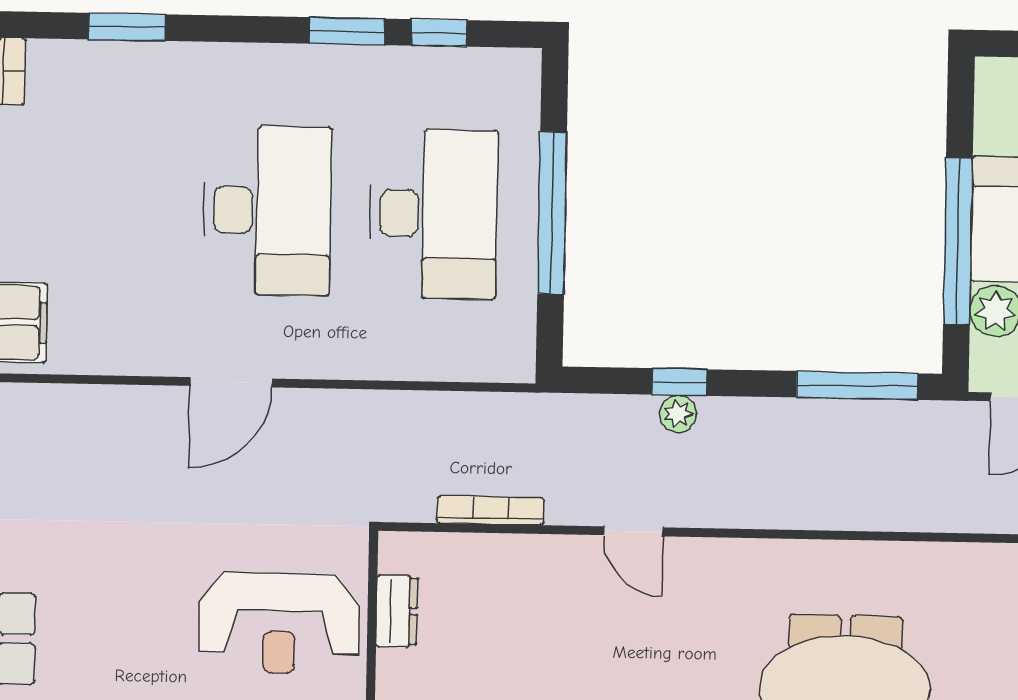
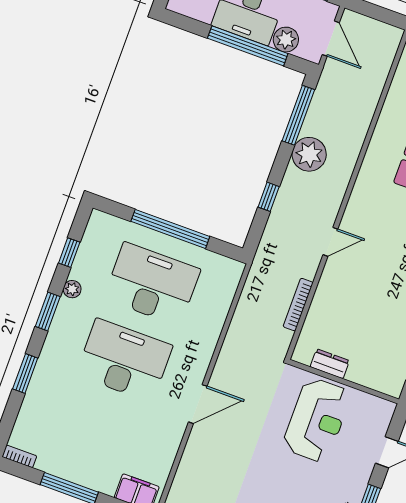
window: (127, 27) -> (25, 374), moved
window: (347, 31) -> (48, 311), moved
plant: (370, 63) -> (72, 289), added
door: (231, 382) -> (198, 404), hinge flipped
plant: (678, 414) -> (309, 154), moved, width x1.88, depth x1.88

